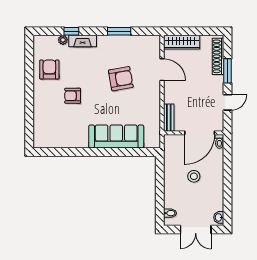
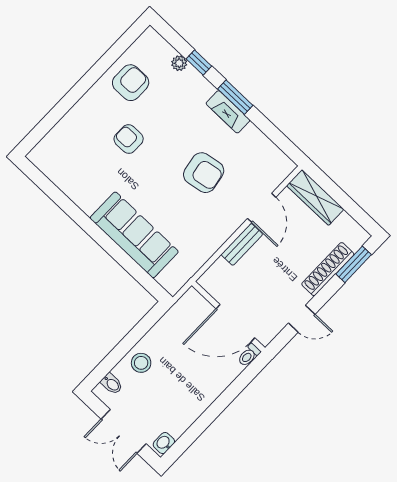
window: (119, 31) -> (235, 97), moved
fireplace: (83, 41) -> (228, 112), moved
shoe rack: (218, 56) -> (328, 269), moved
window: (228, 71) -> (354, 264), moved
bench: (169, 118) -> (242, 244), moved
stool: (194, 176) -> (141, 363), moved

